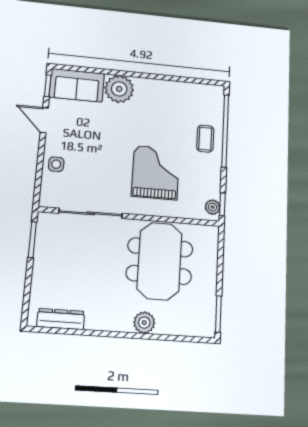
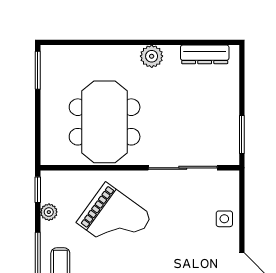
grand piano: (156, 172) -> (115, 219), turned -54
plant: (213, 207) -> (49, 212), moved
plant: (144, 323) -> (152, 56), moved

